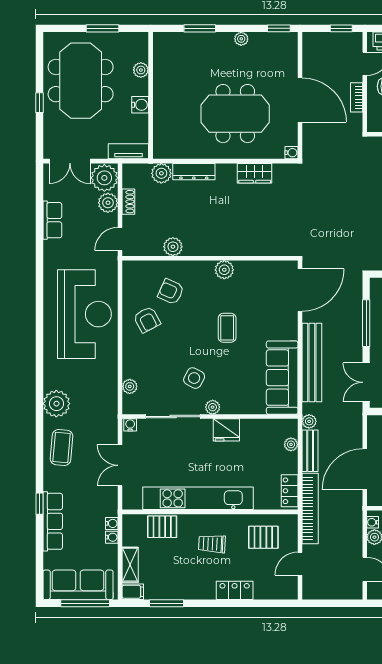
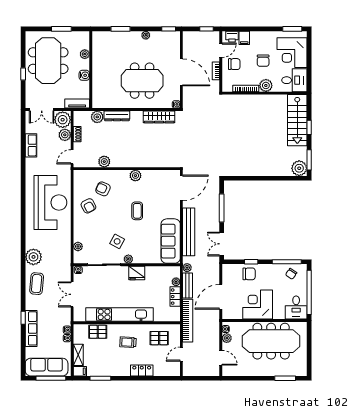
wardrobe: (255, 173) -> (159, 117), width x1.50
locker: (290, 491) -> (175, 297), moved

